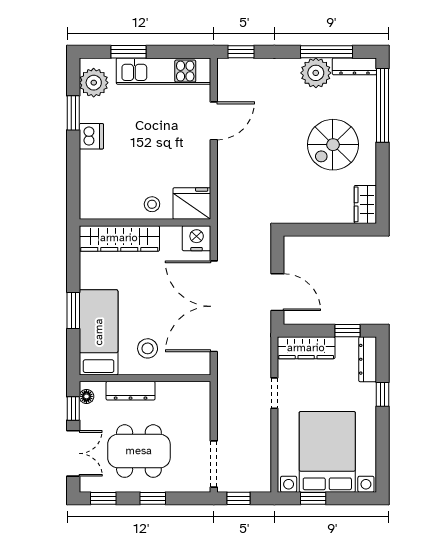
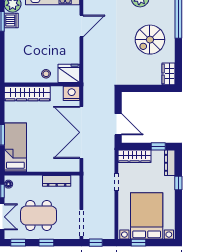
dishwasher: (91, 136) -> (11, 21), moved
stool: (148, 348) -> (43, 157), removed
dresser: (131, 391) -> (57, 181), moved

